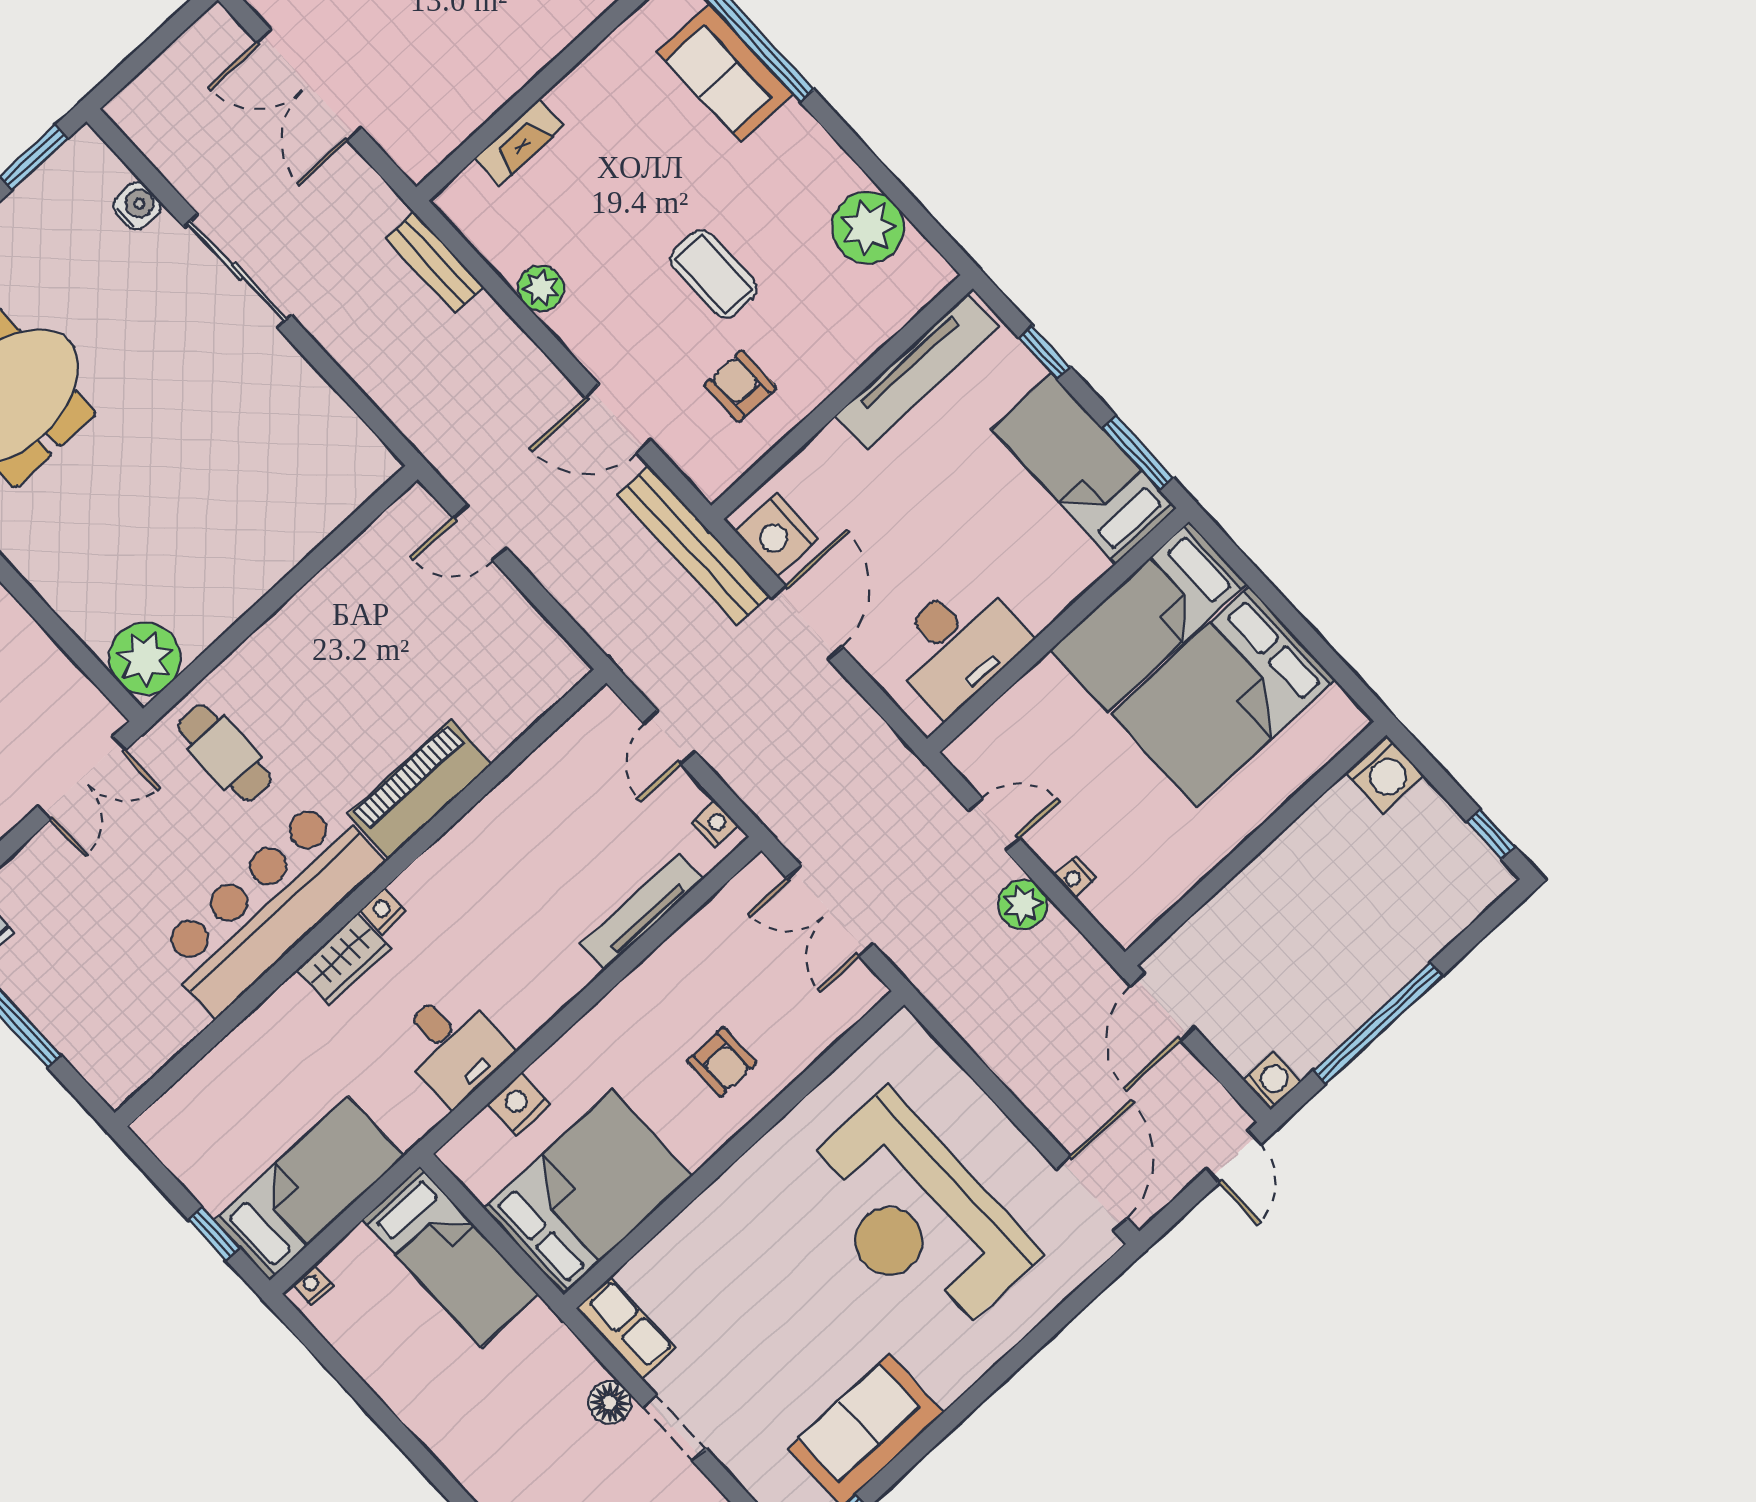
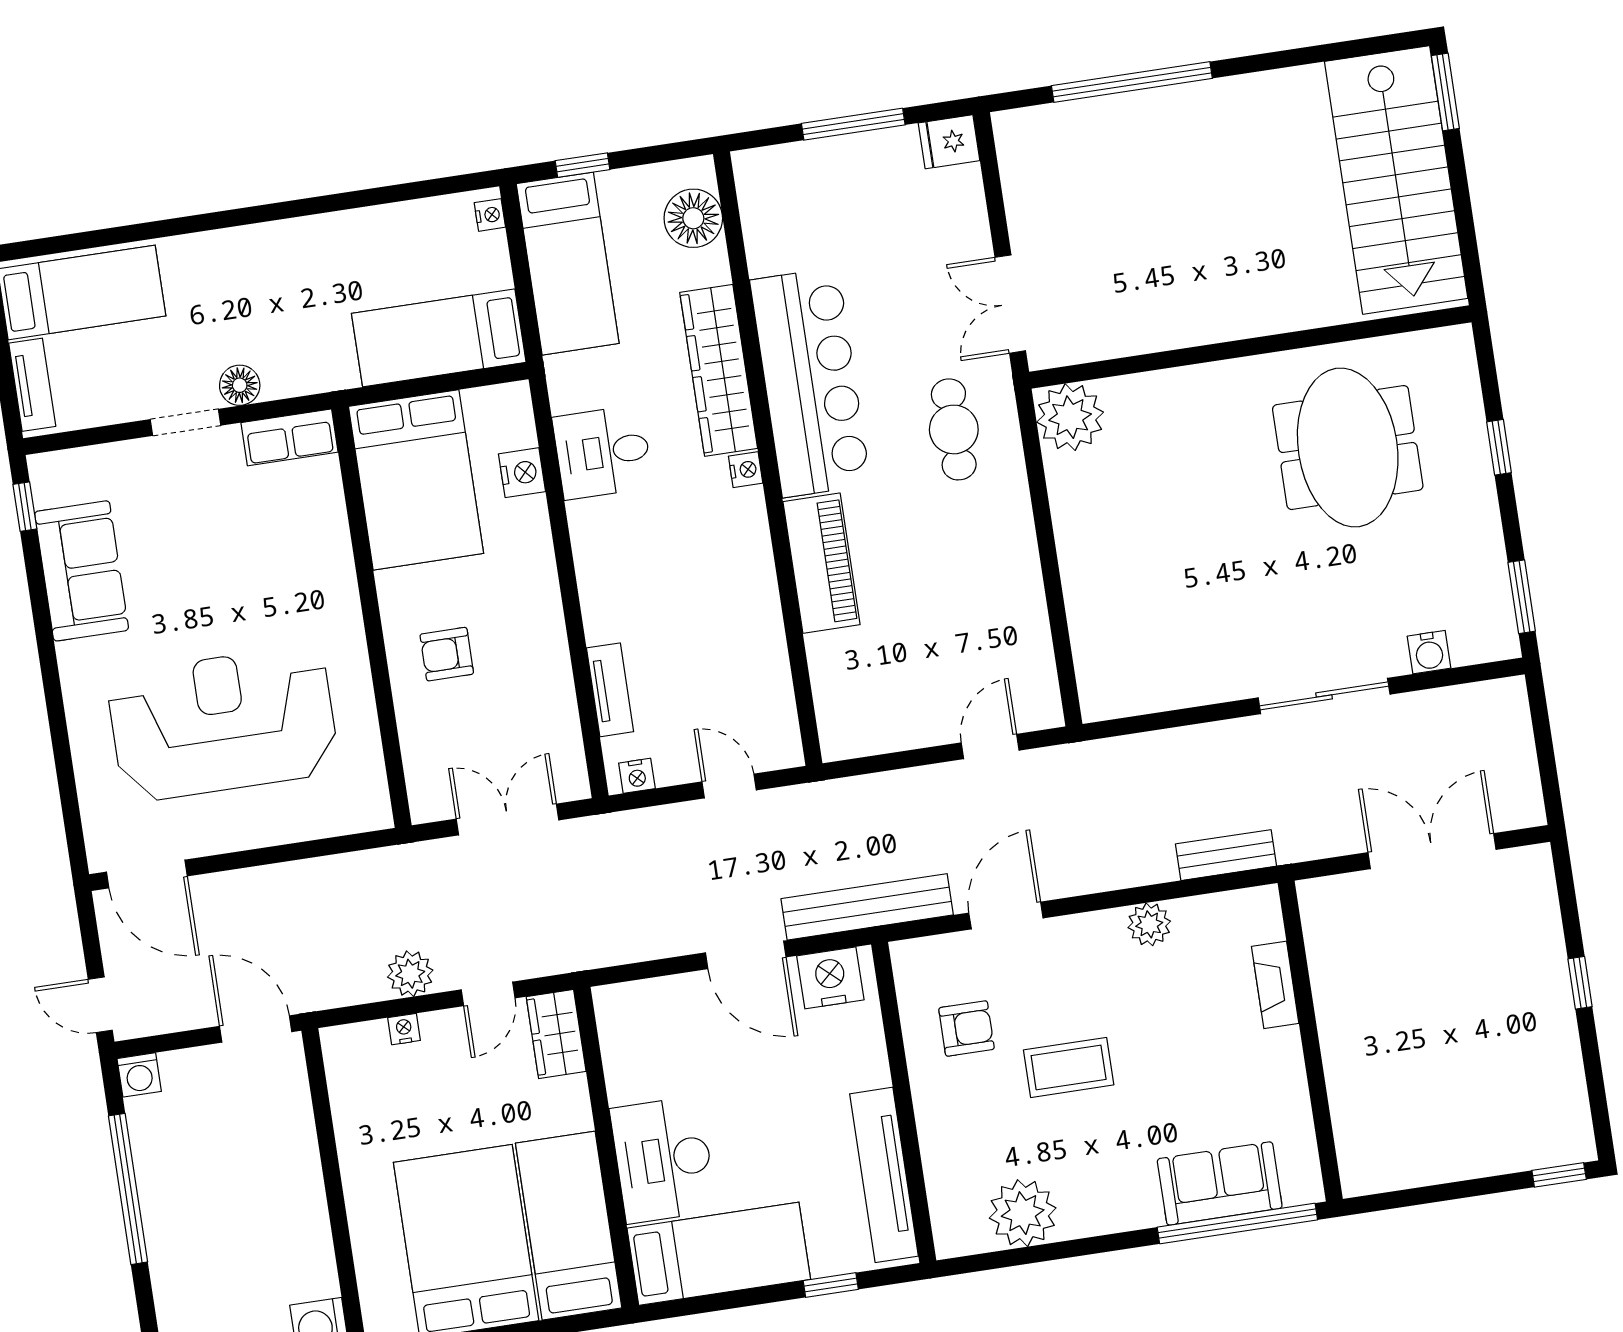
window: (1138, 453) -> (703, 1304), removed
desk: (957, 645) -> (663, 1160), moved
wardrobe: (989, 741) -> (556, 1034), added
cafe table: (225, 753) -> (954, 429), turned 90
tv unit: (642, 912) -> (610, 690), width x0.71
wardrobe: (343, 959) -> (719, 370), width x2.10, depth x1.17
floor lamp: (195, 1106) -> (693, 218), added

